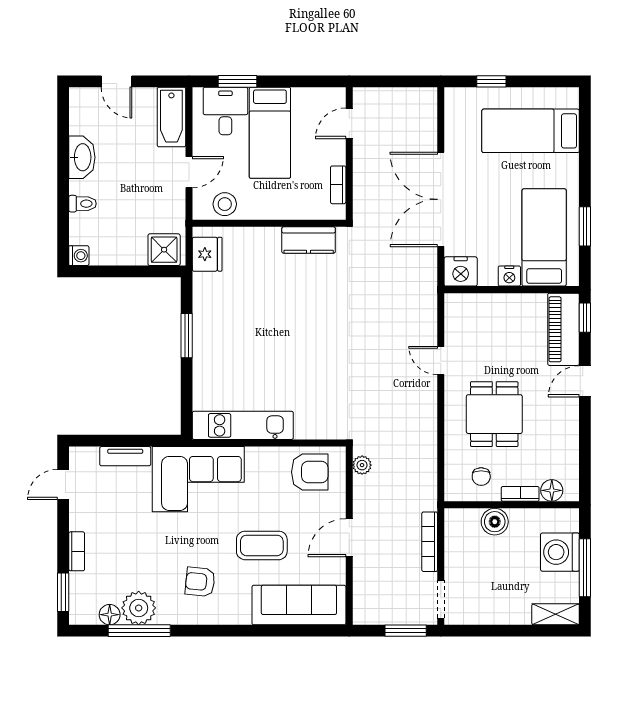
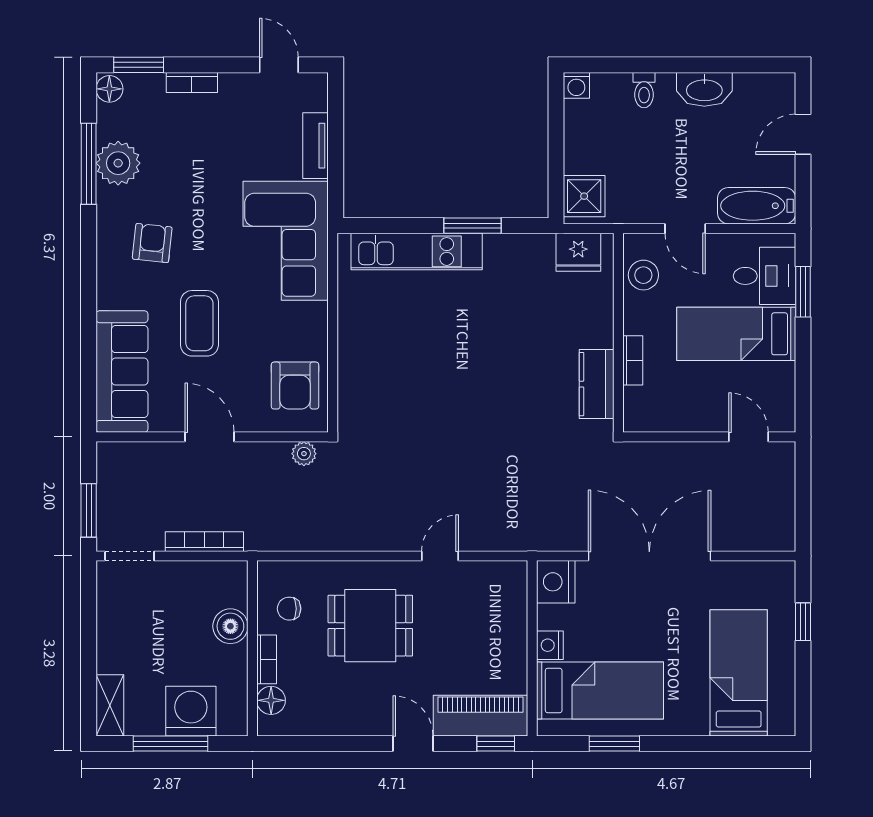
bookcase: (338, 185) -> (633, 360), moved, turned 90
kitchen unit: (243, 425) -> (417, 251), moved, turned 90
floor lamp: (110, 615) -> (109, 89), moved

